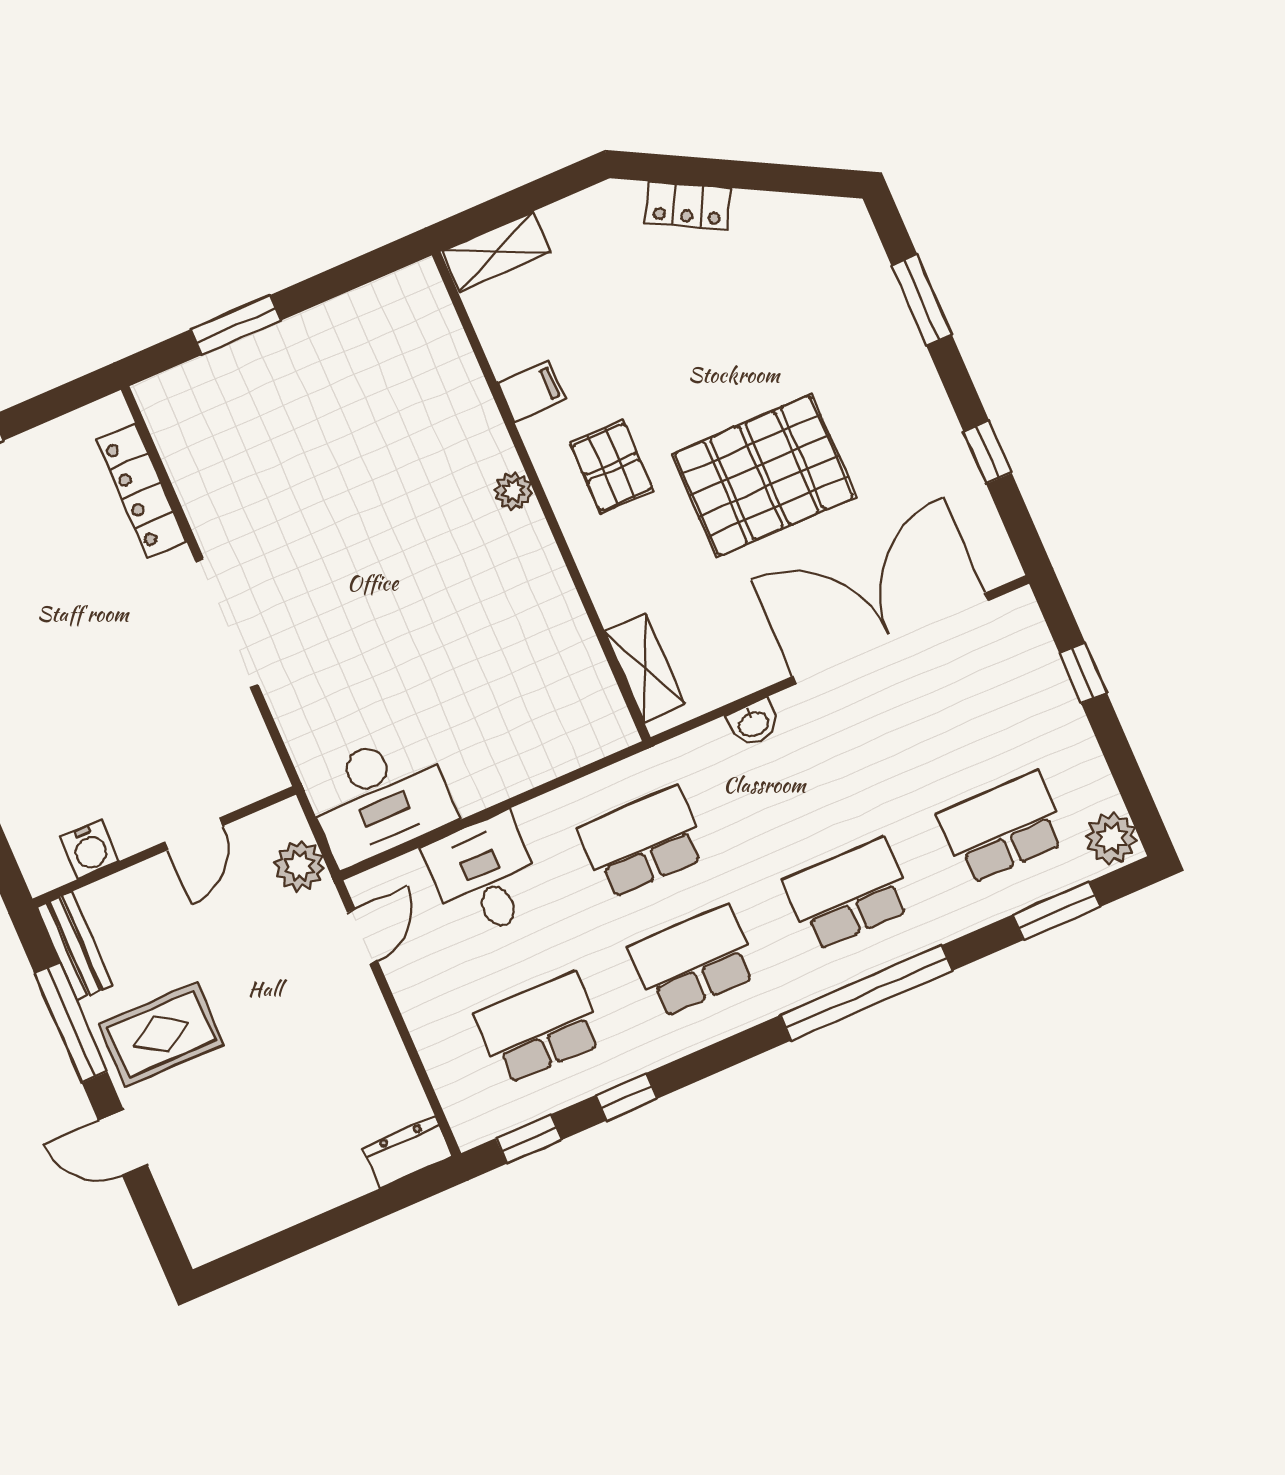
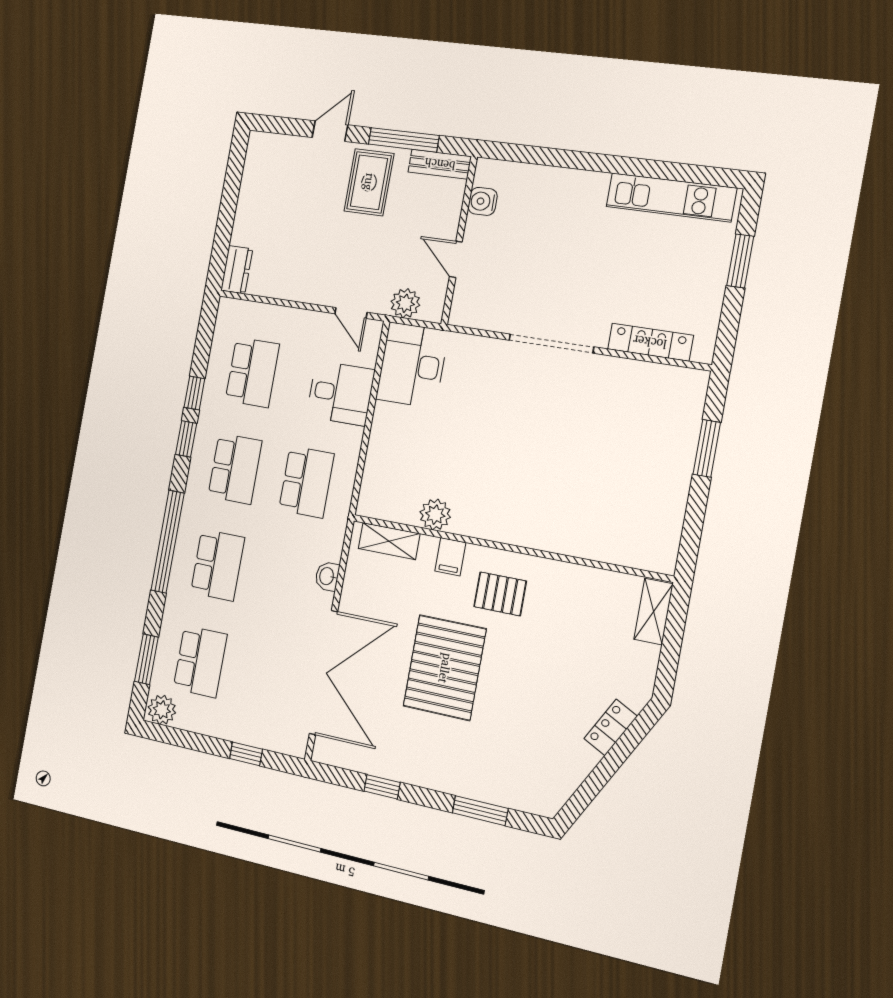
filing cabinet: (532, 391) -> (450, 557), moved
plant: (513, 491) -> (435, 515), moved, width x1.38, depth x1.38
window: (529, 1139) -> (186, 439), moved

